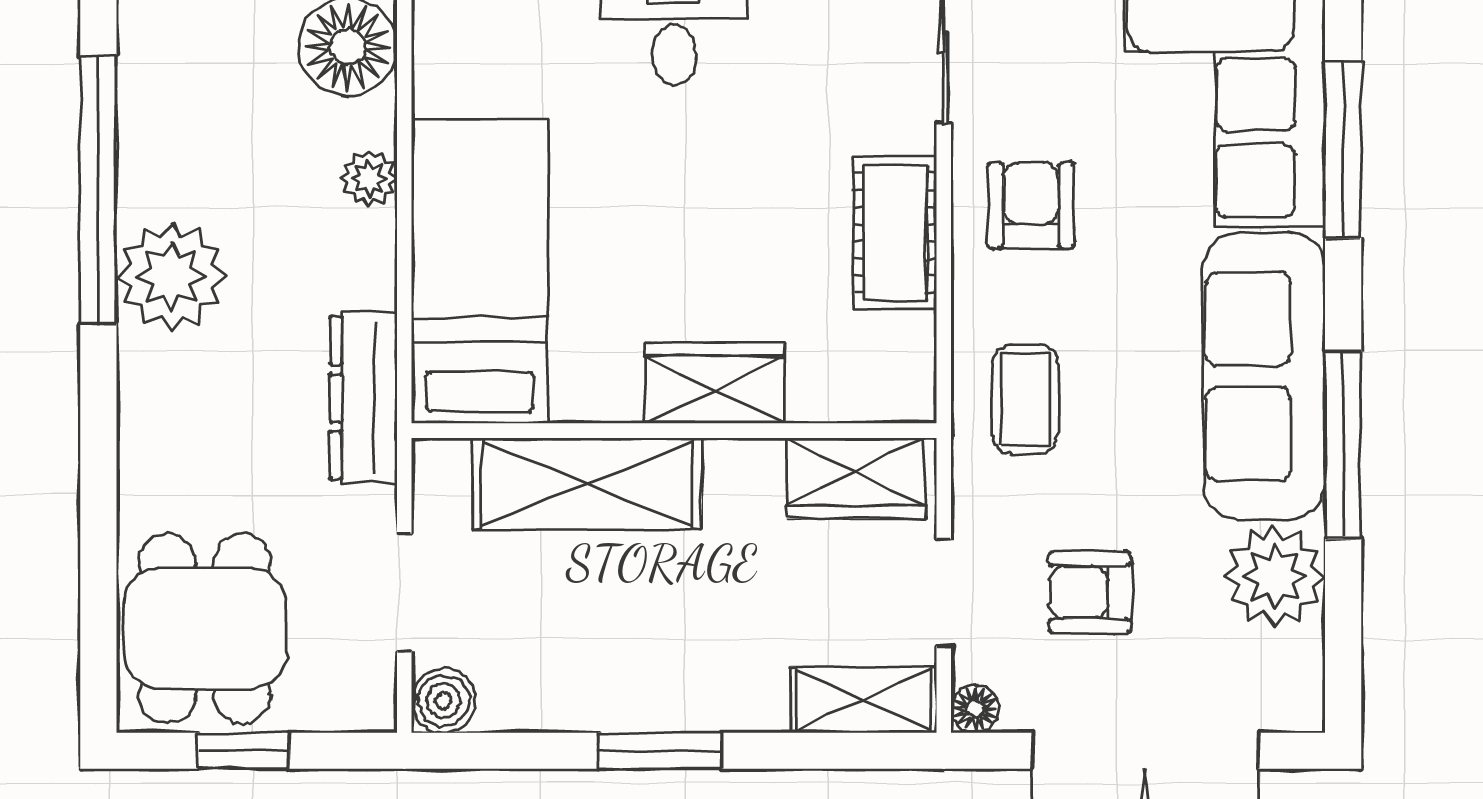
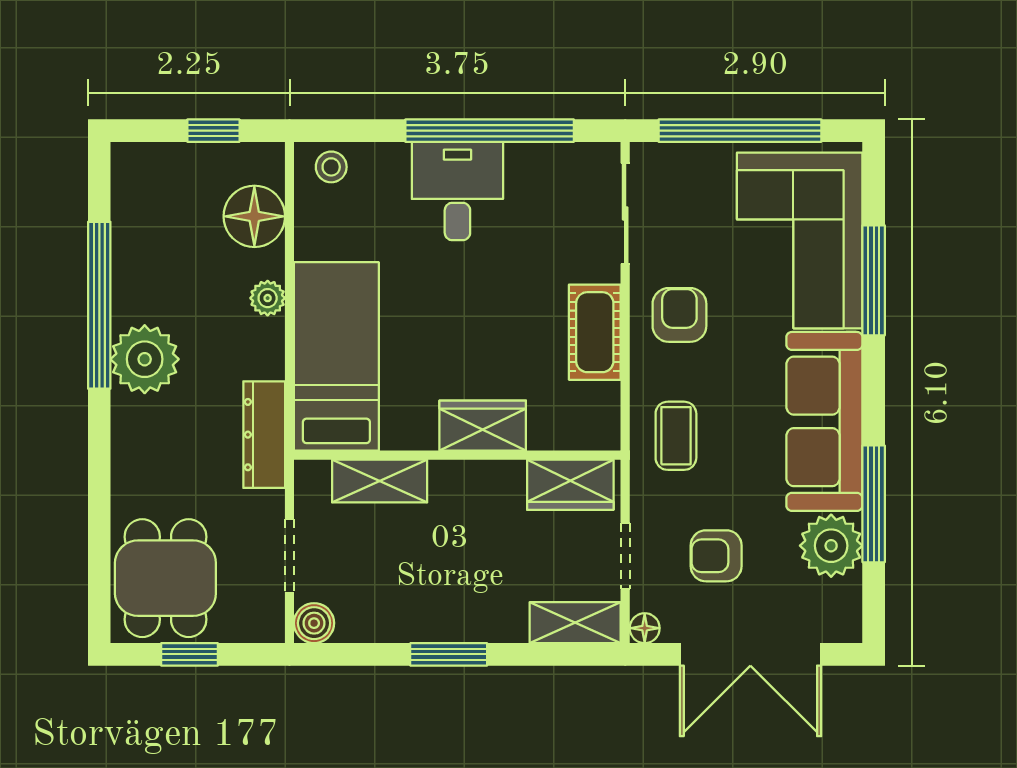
window: (1343, 445) -> (874, 504), moved
shelving: (587, 484) -> (380, 481), width x0.67, depth x0.75

